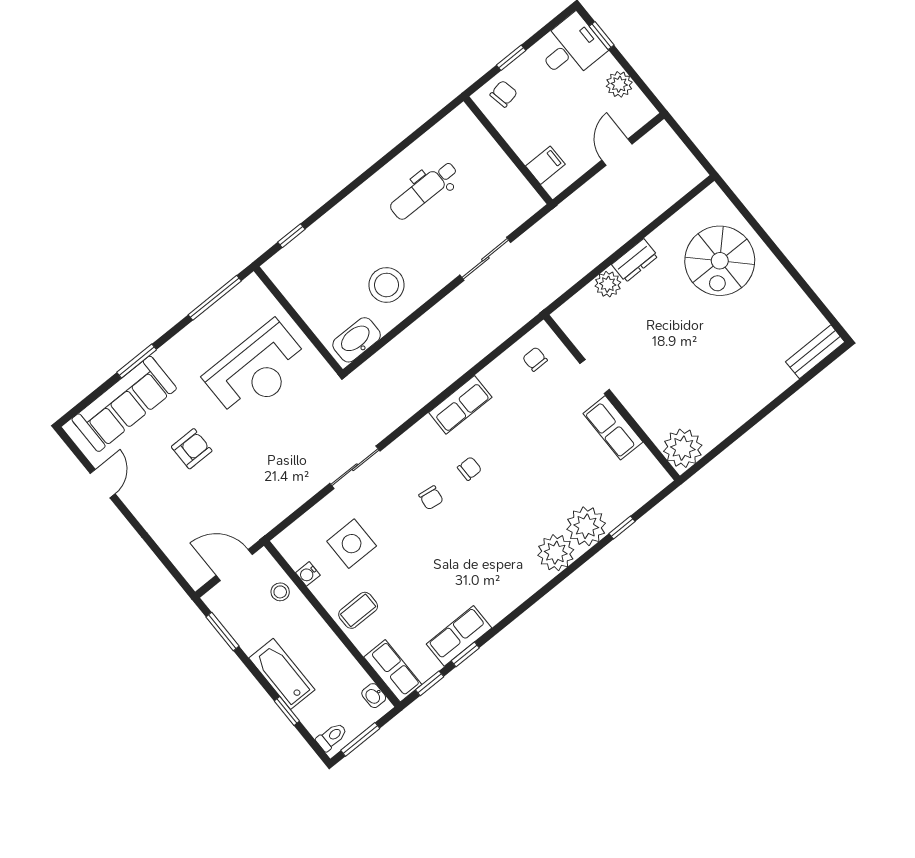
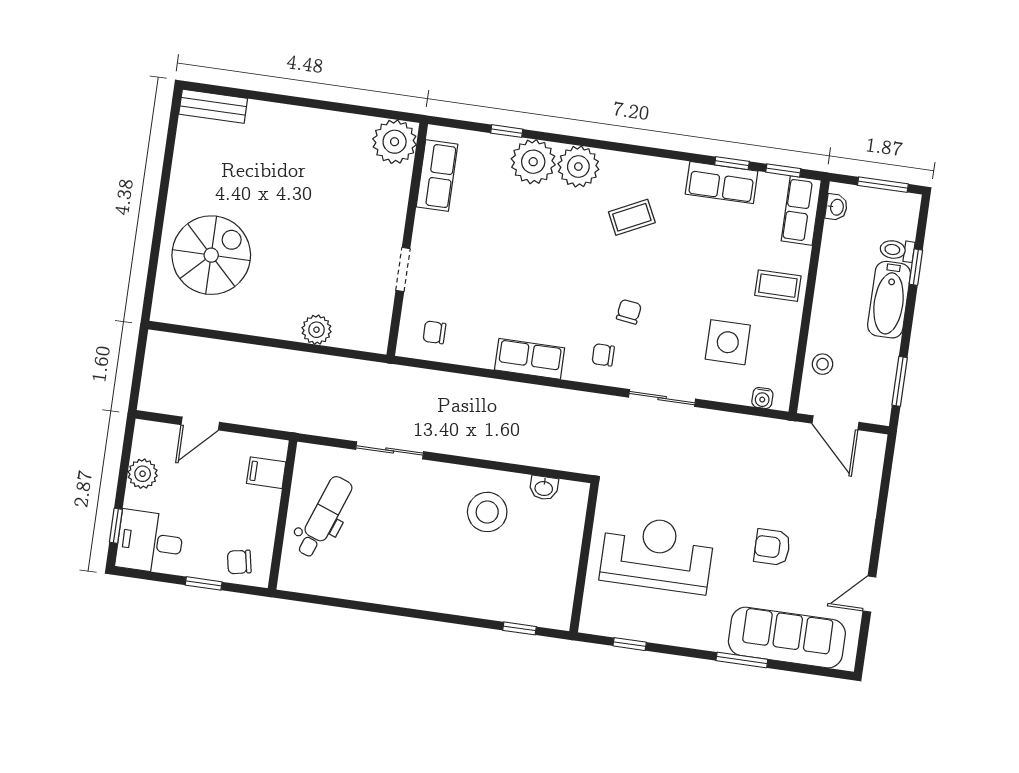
dental chair: (424, 190) -> (324, 517), moved, turned -70
dresser: (635, 260) -> (276, 326), removed
window: (215, 298) -> (630, 644), width x0.46
washbasin: (357, 340) -> (544, 488), width x0.52, depth x0.69
chair: (535, 359) -> (434, 332), turned 90
row of seats: (613, 428) -> (437, 175), moved
chair: (469, 469) -> (603, 355), moved
coffee table: (491, 557) -> (632, 217), added
water cooler: (308, 574) -> (762, 398), moved, turned 90
toilet: (332, 737) -> (897, 250), moved

